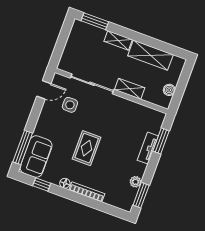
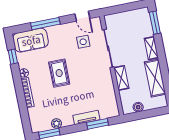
window: (23, 147) -> (45, 24), moved
rug: (87, 148) -> (59, 73), turned 90

